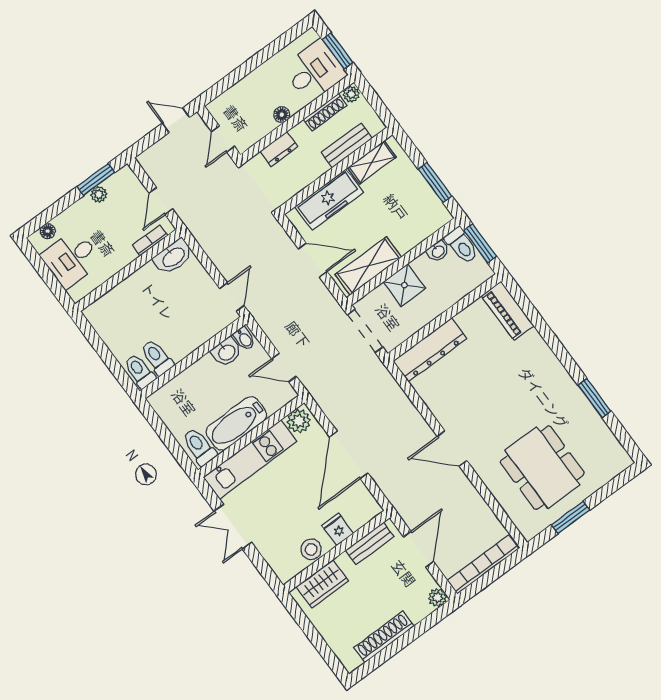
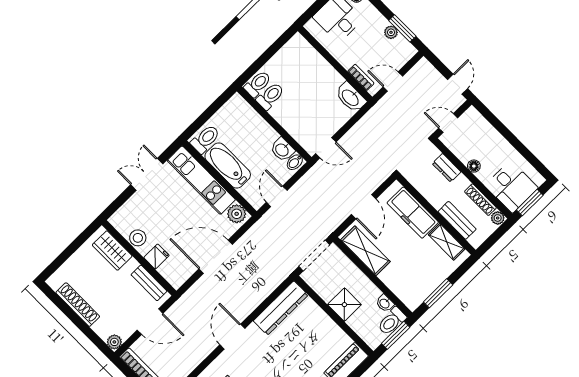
shower: (404, 285) -> (344, 305), moved
dresser: (430, 350) -> (281, 308), moved, turned -90

